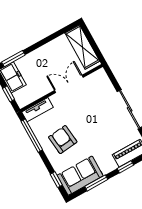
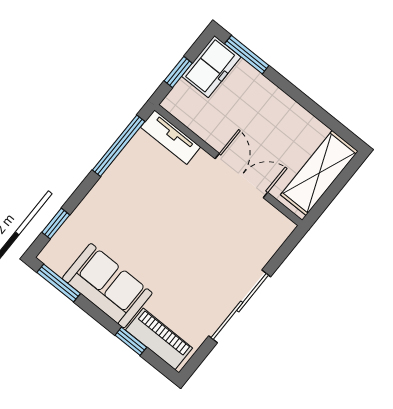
armchair: (63, 140) -> (134, 206), removed
sofa: (80, 176) -> (107, 286), moved
window: (96, 183) -> (59, 283), moved

